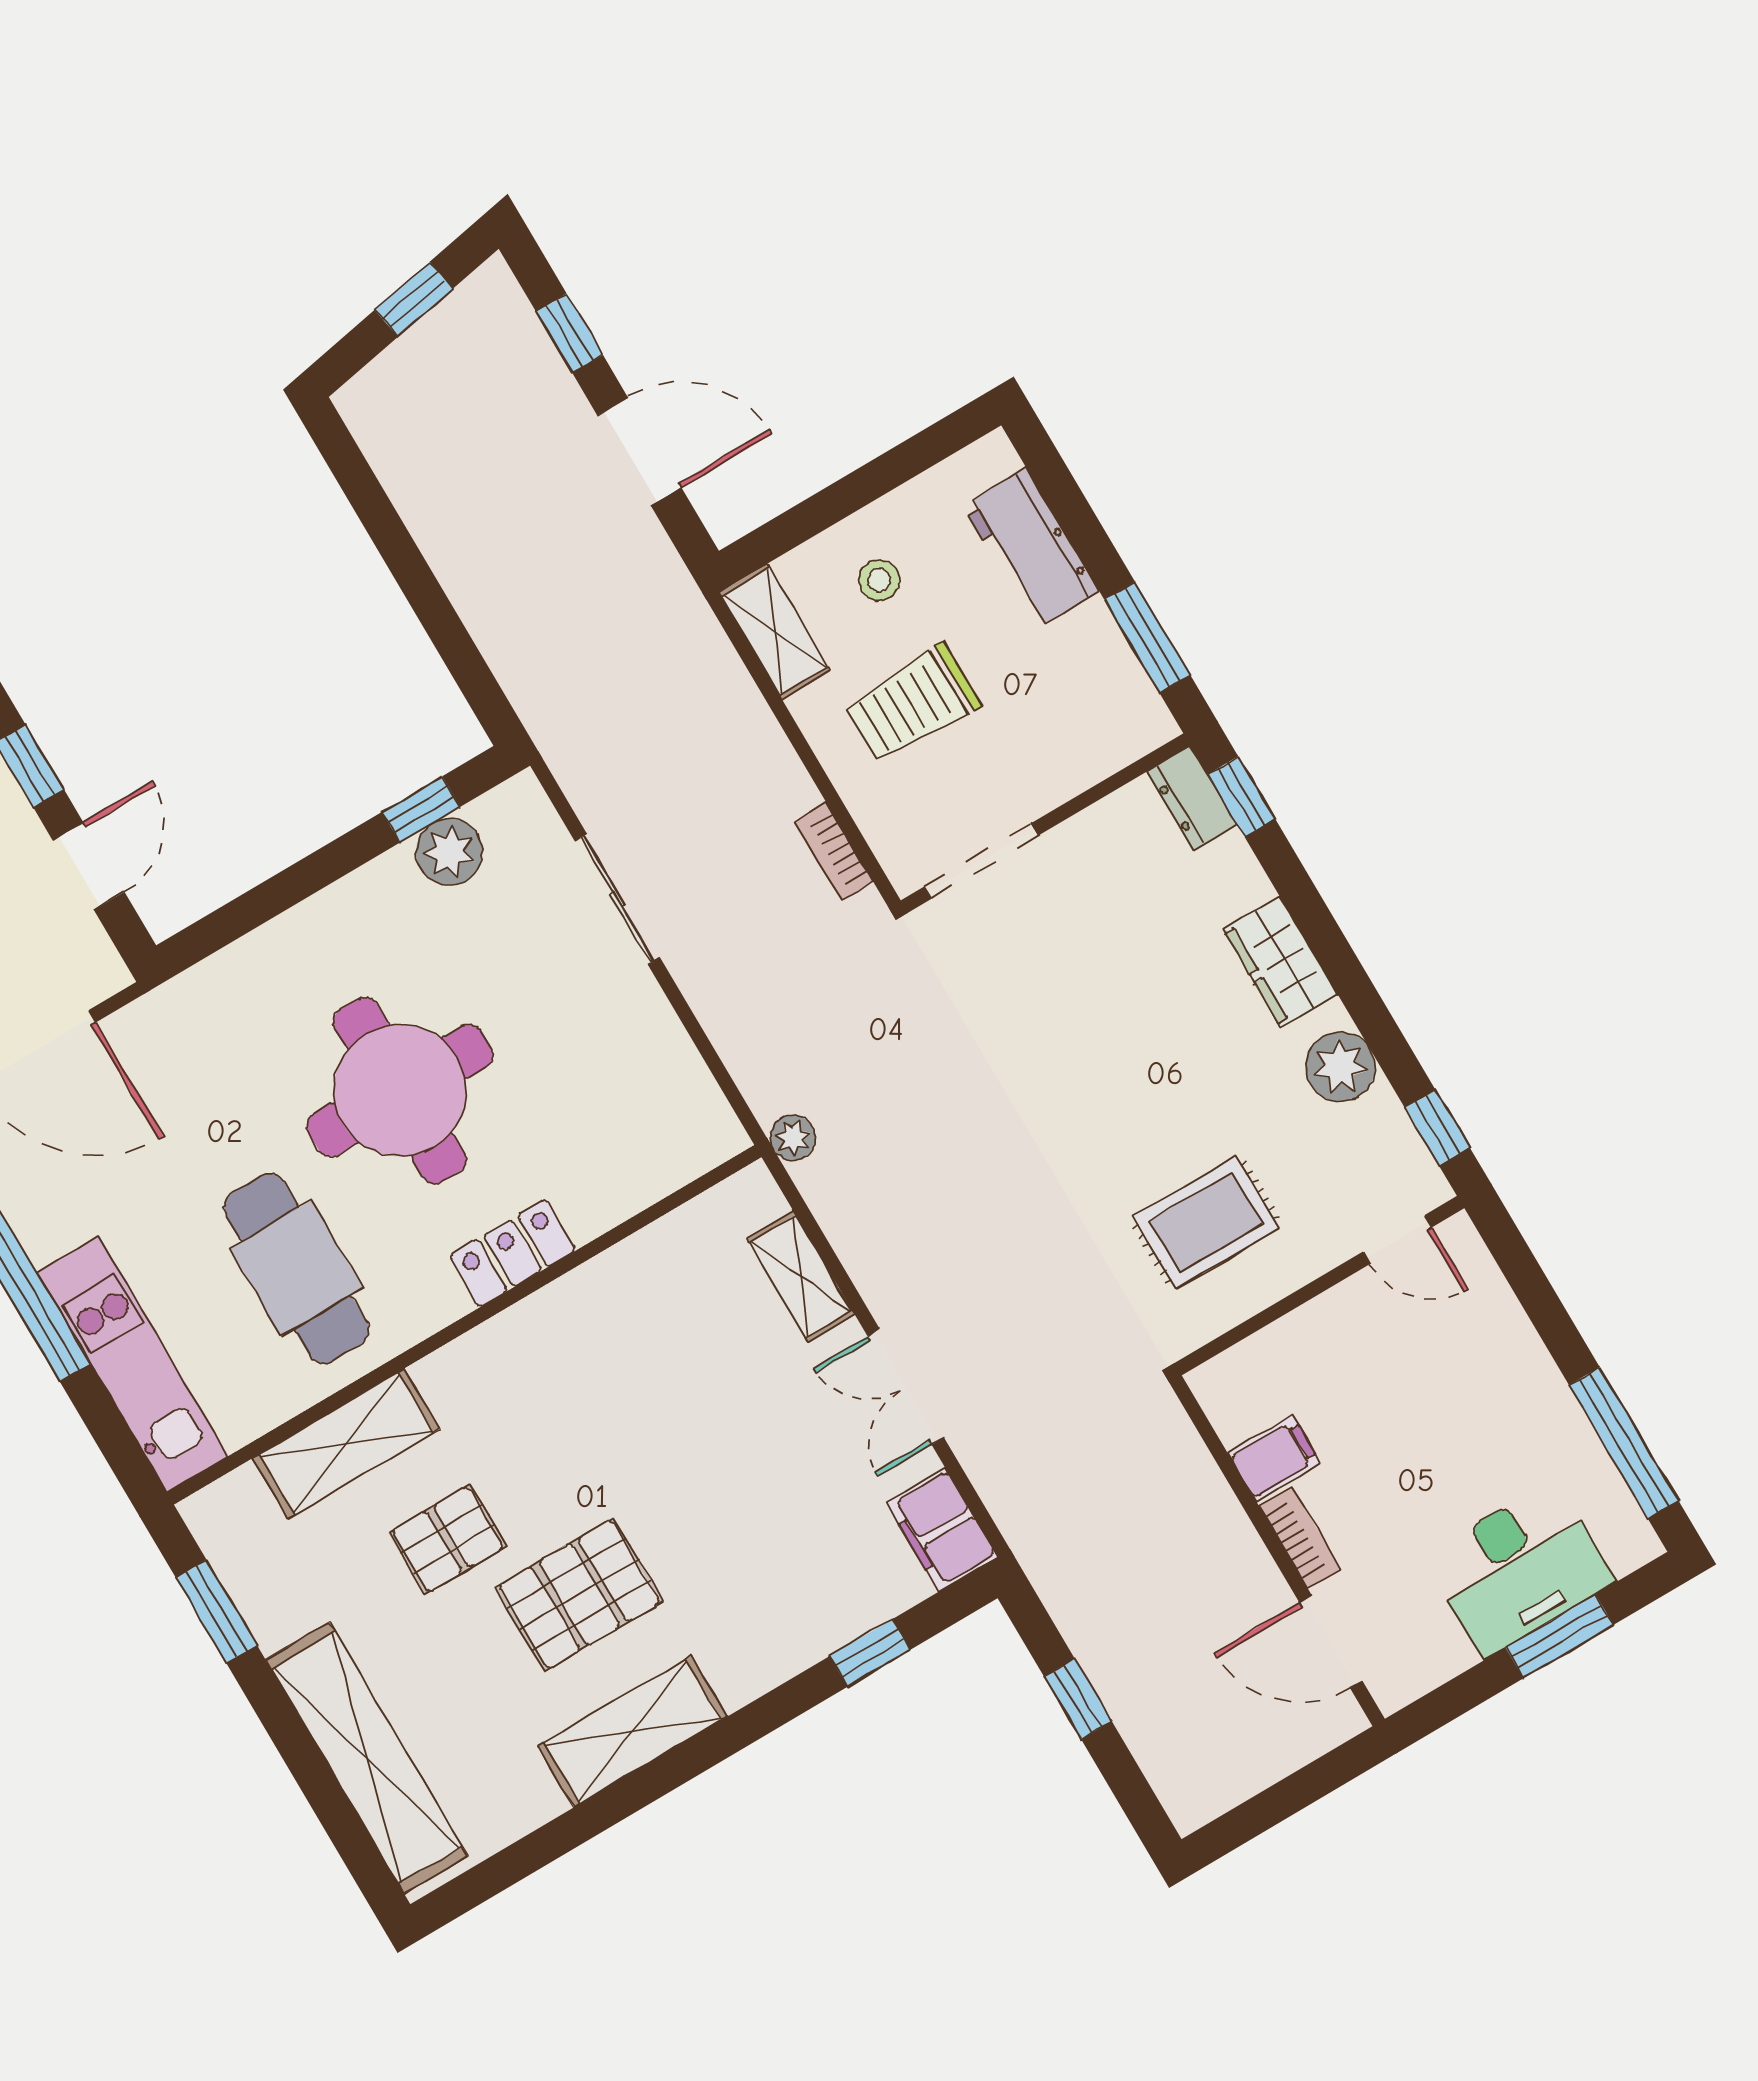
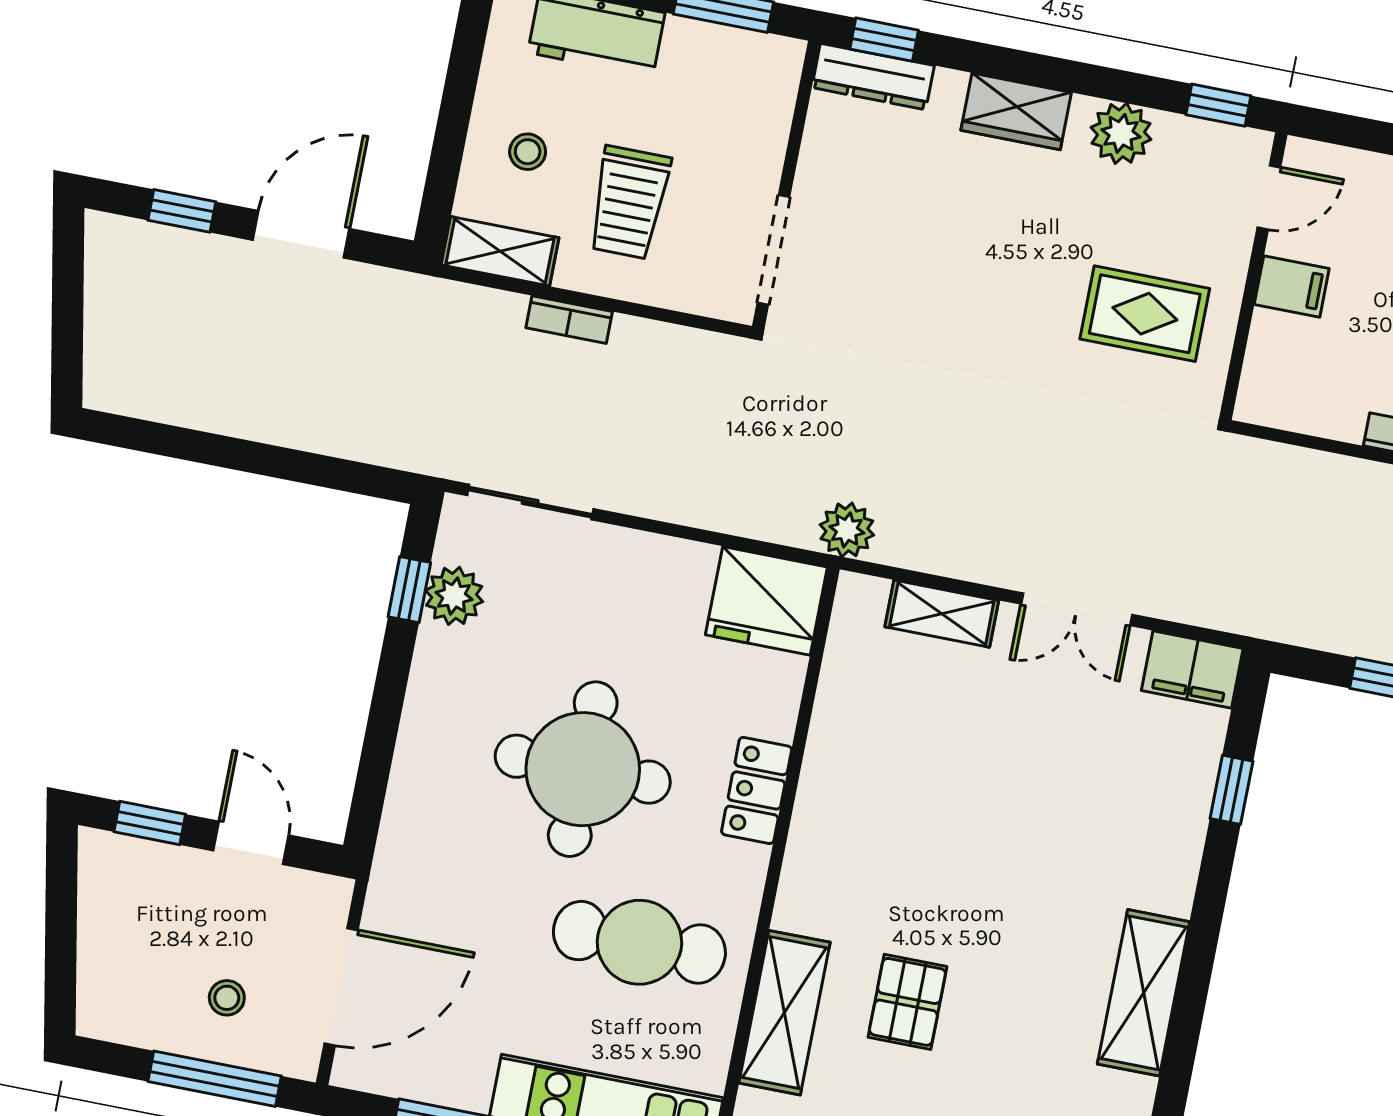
window: (414, 299) -> (68, 294), removed
dresser: (1192, 798) -> (873, 77), width x1.44
bookcase: (834, 852) -> (569, 320), moved
sliding door: (617, 899) -> (530, 502), moved
fridge: (680, 1119) -> (766, 601), added
plant: (793, 1138) -> (847, 530), width x1.38, depth x1.38
rug: (1206, 1222) -> (1145, 314), turned 90
filing cabinet: (1274, 1458) -> (1292, 287), moved, turned 90
pallet: (579, 1594) -> (1021, 947), removed

